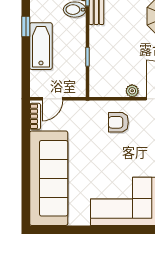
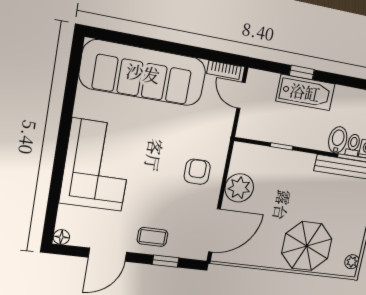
window: (26, 27) -> (302, 72), moved
plant: (132, 91) -> (239, 188), width x1.88, depth x1.88

